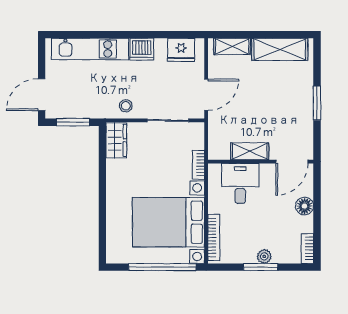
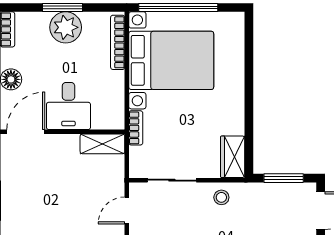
door: (206, 95) -> (127, 210), width x0.73
shelving: (250, 151) -> (102, 144), moved
desk: (240, 183) -> (68, 106), moved
plant: (264, 256) -> (66, 27), width x1.88, depth x1.88

